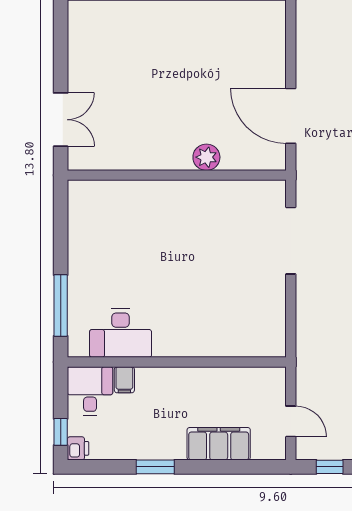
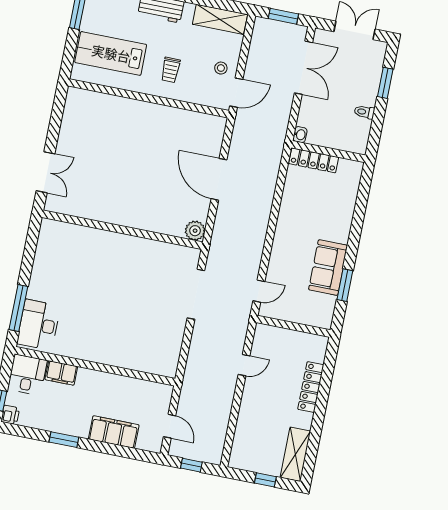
door: (291, 116) -> (219, 179), moved
plant: (206, 157) -> (195, 231), moved
desk: (121, 333) -> (39, 325), moved, turned 90
filing cabinet: (124, 380) -> (61, 373), width x2.00

